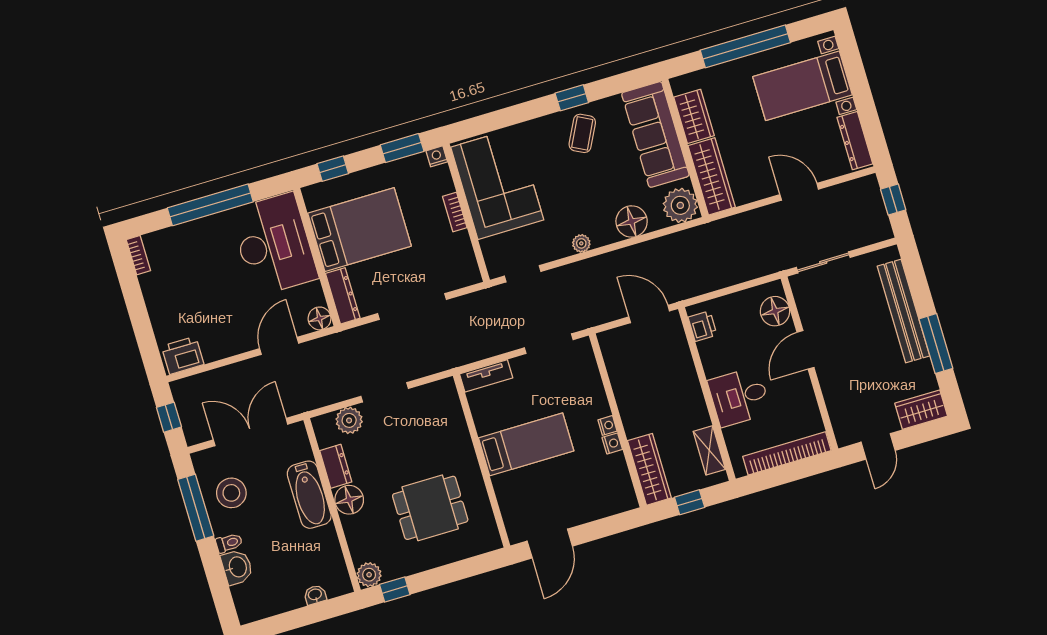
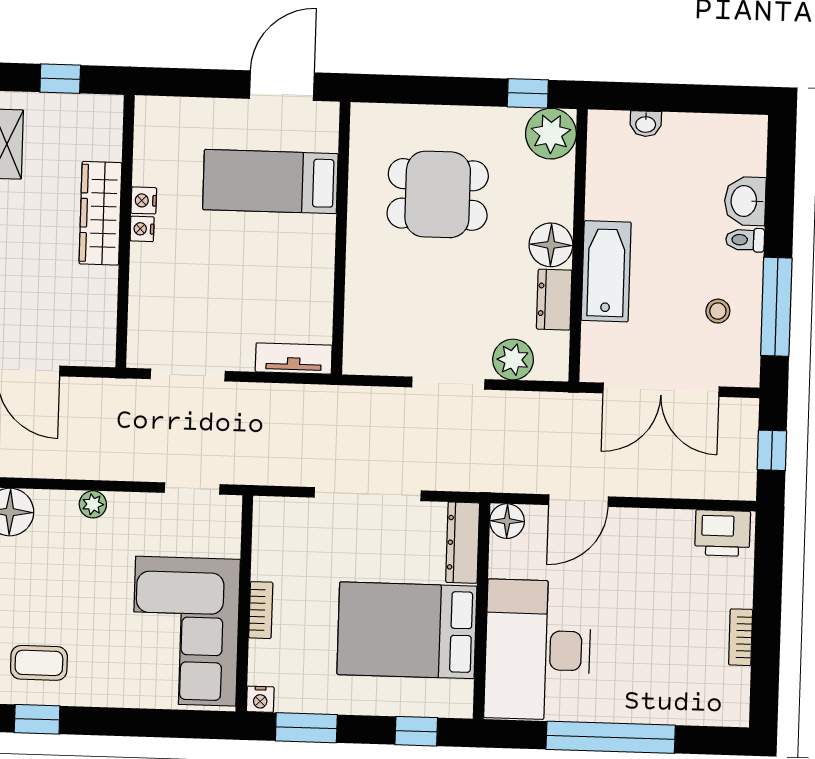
coffee table: (582, 133) -> (39, 663), turned 63
bookcase: (138, 255) -> (741, 637), moved
bed: (526, 444) -> (270, 182), moved
wardrobe: (649, 469) -> (100, 213), moved
stool: (231, 493) -> (718, 311), width x0.53, depth x0.53
plant: (369, 575) -> (551, 134), width x1.36, depth x1.36

